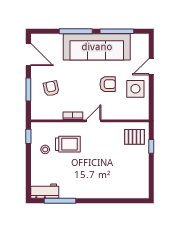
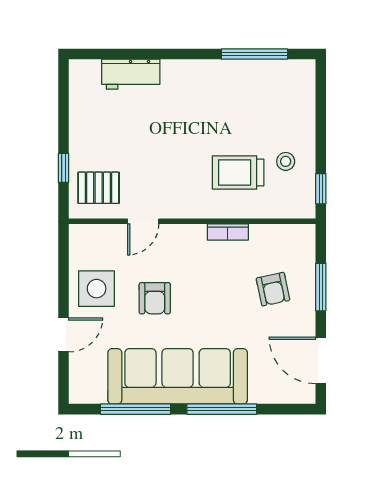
armchair: (108, 84) -> (155, 298), turned -90
door: (93, 121) -> (143, 221), moved
workbench: (45, 191) -> (131, 74), moved

